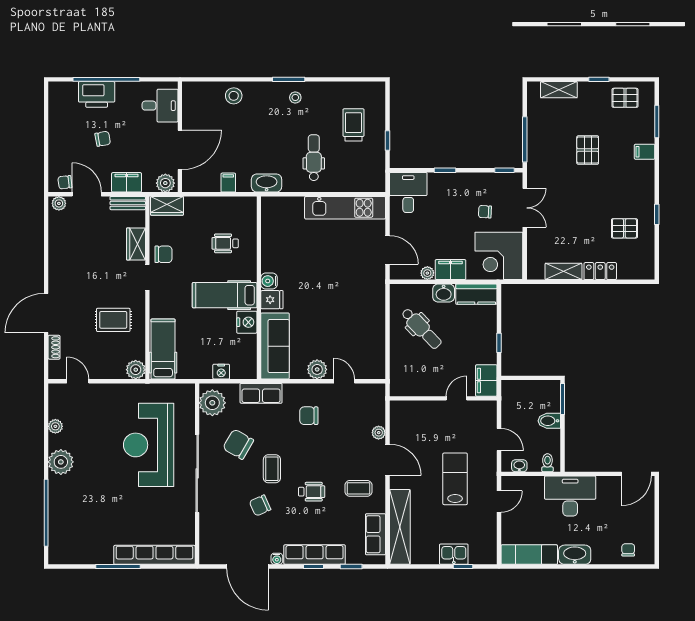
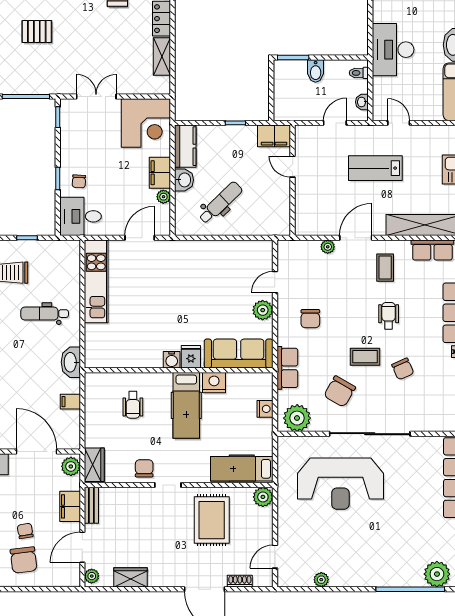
chair: (65, 182) -> (24, 560), moved, width x1.87, depth x1.87
chair: (485, 212) -> (79, 181), moved
wardrobe: (136, 244) -> (130, 577), moved, turned 180
rug: (113, 320) -> (212, 520), width x1.36, depth x1.43
plant: (61, 462) -> (437, 574), moved

